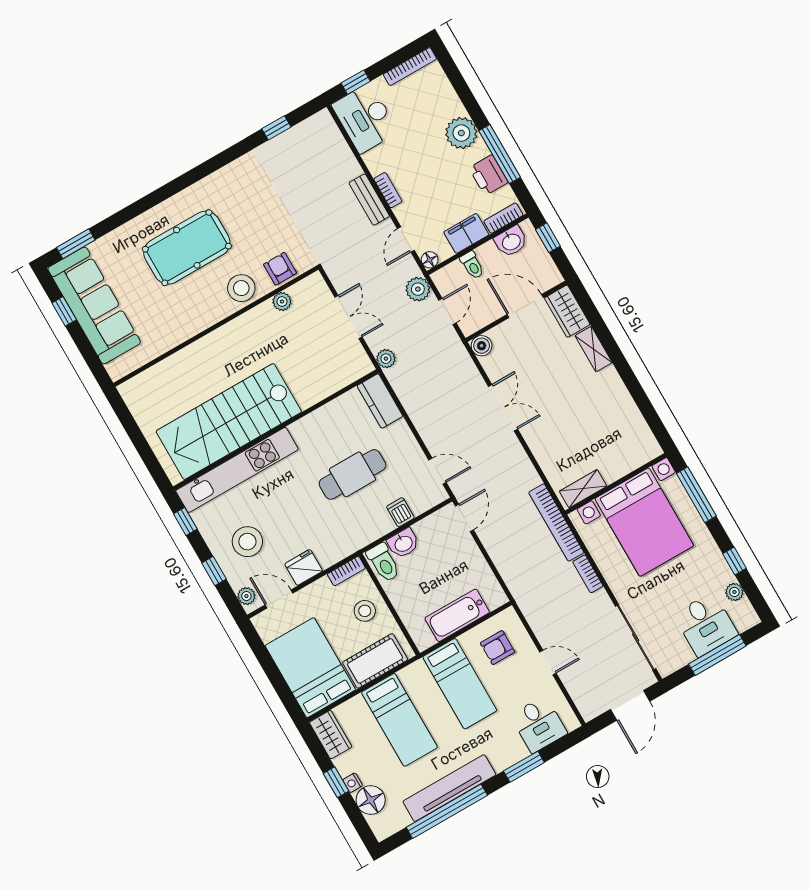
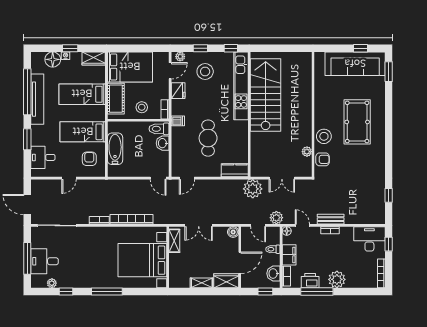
plant: (386, 359) -> (253, 189), width x1.87, depth x1.87
wall: (616, 484) -> (168, 257), moved
shelving: (583, 489) -> (174, 241), moved
dishwasher: (400, 512) -> (178, 121), moved
bed with nightstands: (644, 522) -> (142, 260), moved

